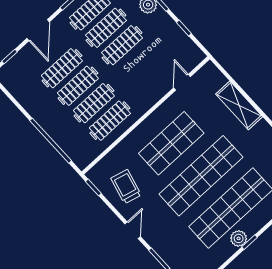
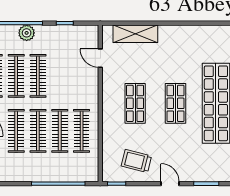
shelving: (239, 105) -> (135, 34), moved
shop shelf: (171, 143) -> (135, 103), width x0.70, depth x0.74
shop shelf: (201, 176) -> (175, 103), width x0.50, depth x0.74

